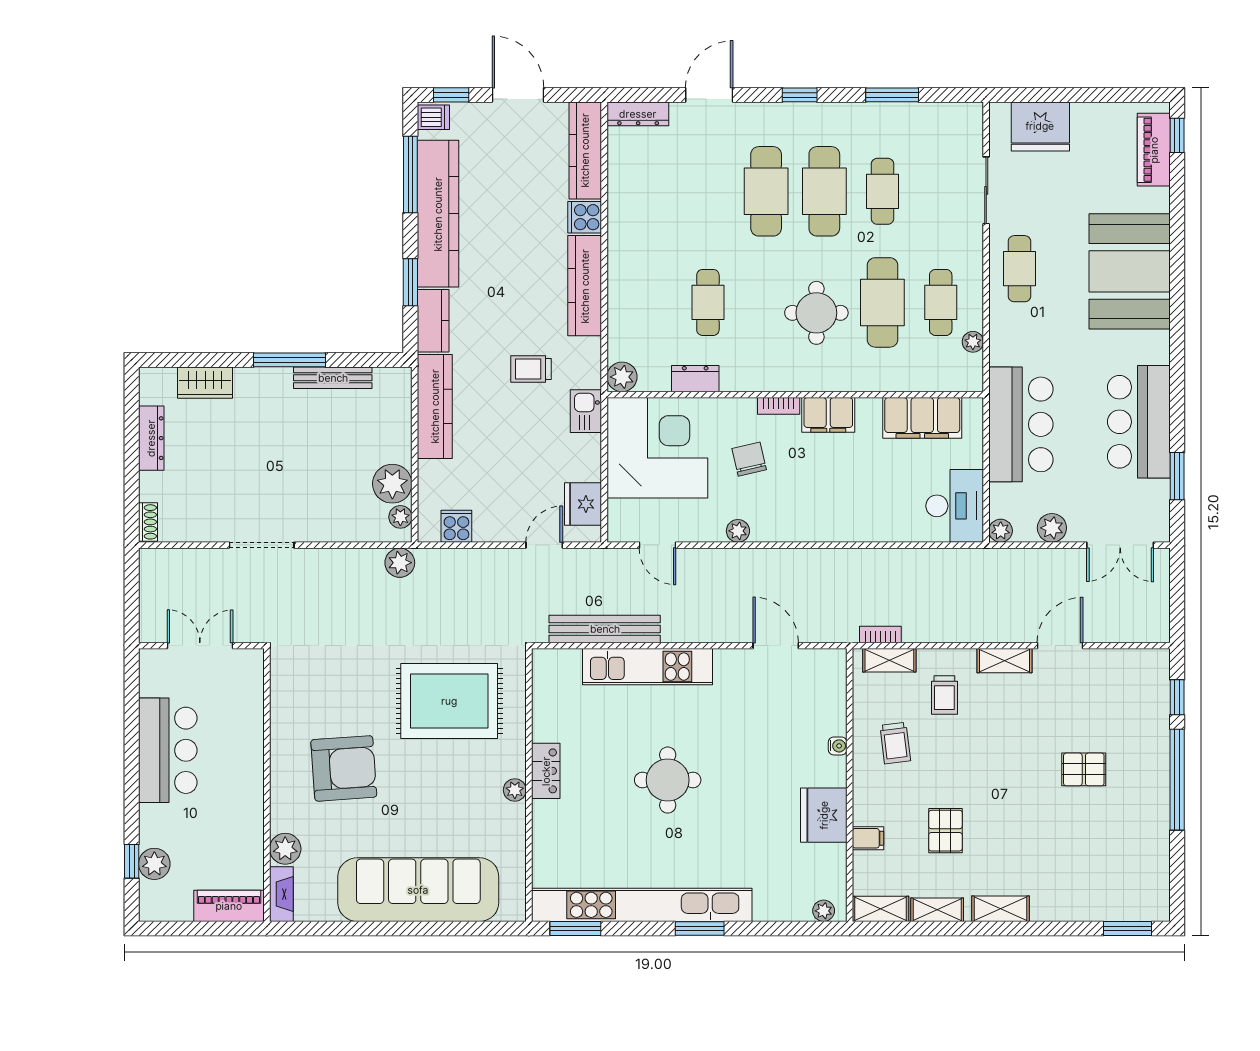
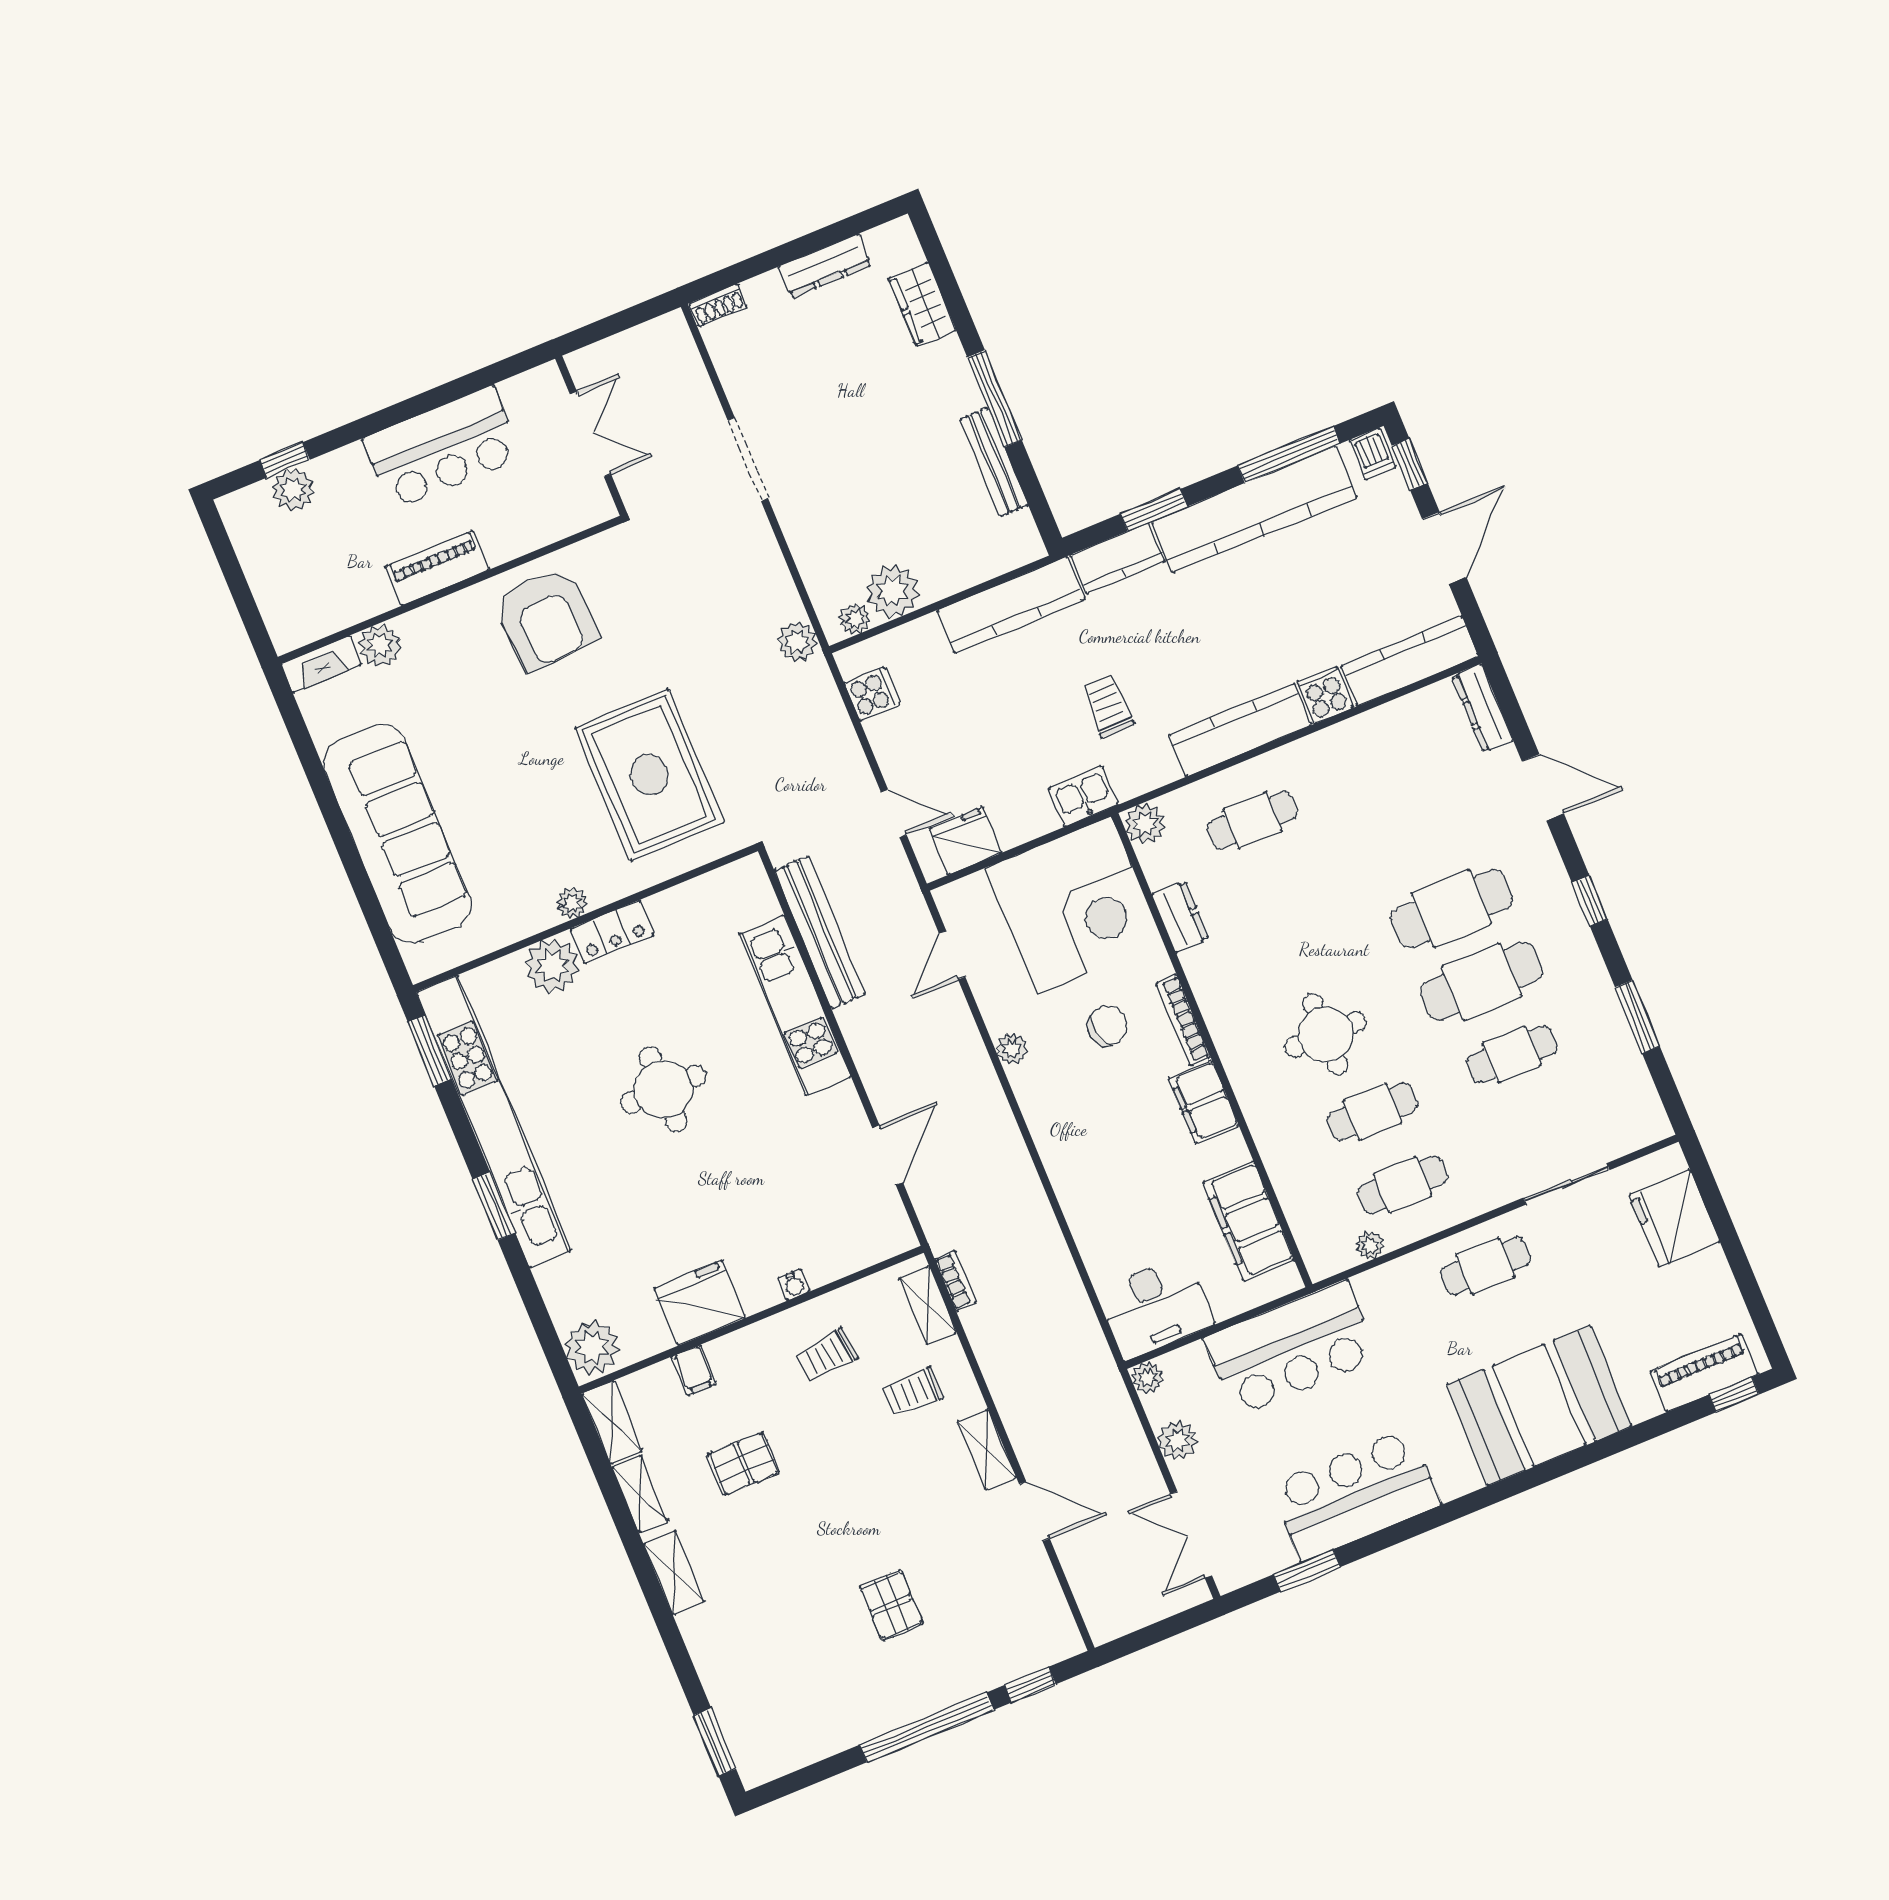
cafe table: (708, 302) -> (1252, 820), moved
cafe table: (882, 302) -> (1372, 1112), width x0.73, depth x0.74
bookcase: (779, 406) -> (1183, 1020), width x1.56
armchair: (344, 768) -> (546, 618), moved
plant: (552, 821) -> (552, 966), added
piano: (229, 906) -> (437, 568), moved, turned -90
plant: (824, 911) -> (592, 1347), width x1.87, depth x1.87

